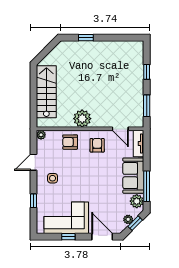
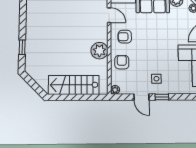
door: (120, 129) -> (109, 15), hinge flipped
armchair: (70, 142) -> (122, 62), turned 180
window: (33, 201) -> (162, 97), moved

